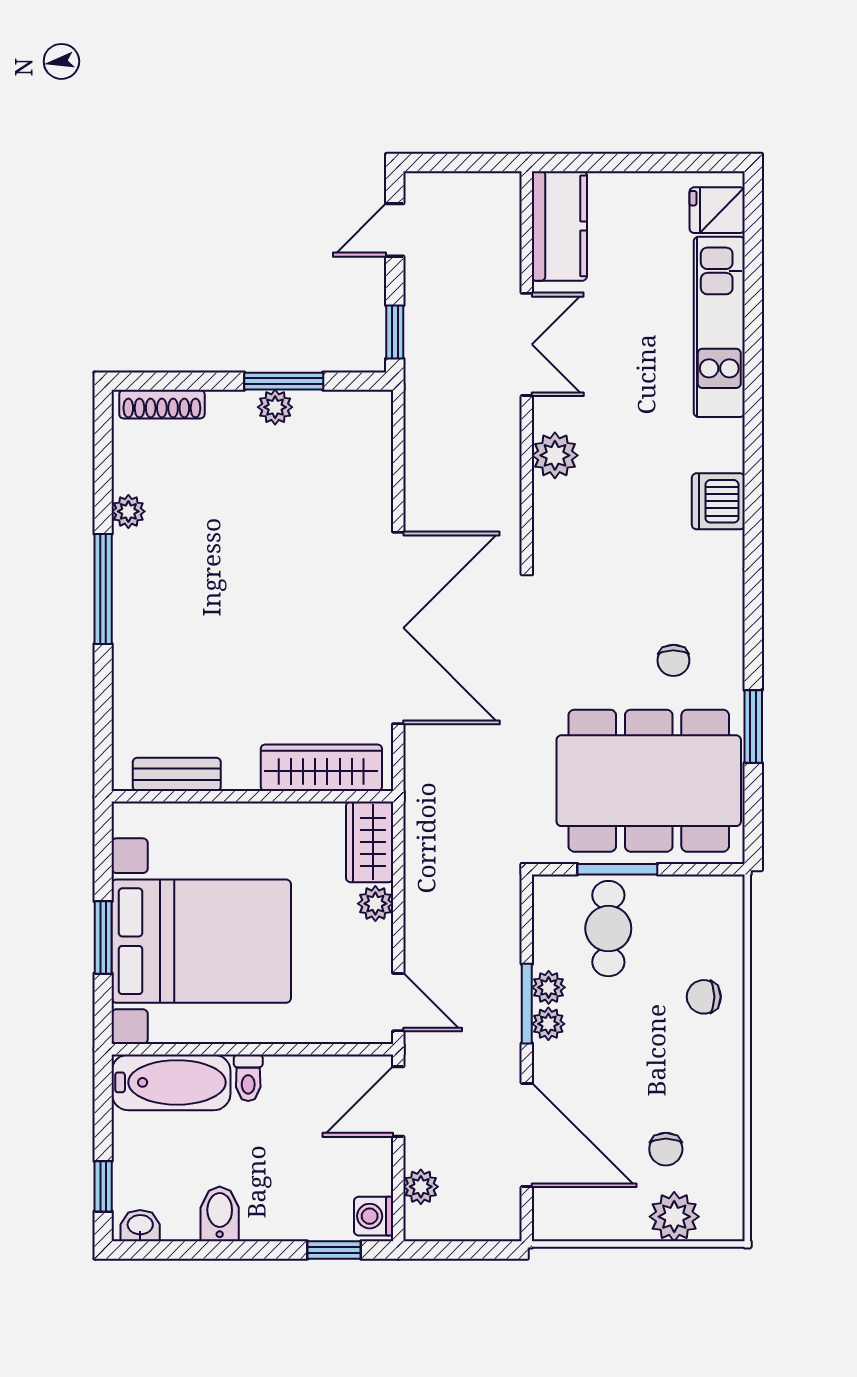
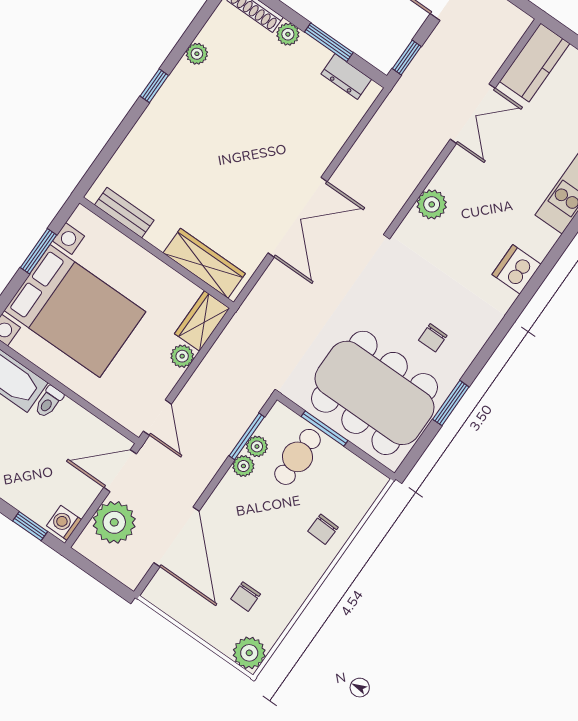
plant: (275, 407) -> (288, 34), moved
dresser: (336, 409) -> (346, 77), added
plant: (555, 455) -> (432, 204), moved
window: (103, 589) -> (154, 86), width x0.46
double door: (398, 628) -> (298, 217), width x0.73
window: (103, 937) -> (38, 251), moved
chair: (704, 997) -> (323, 529), turned -88
window: (527, 1004) -> (247, 436), moved
plant: (548, 1024) -> (257, 446), moved
plant: (421, 1187) -> (114, 522), width x1.87, depth x1.87
plant: (674, 1217) -> (249, 653), moved

